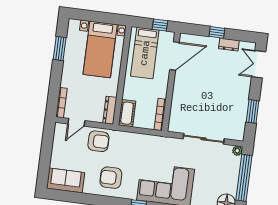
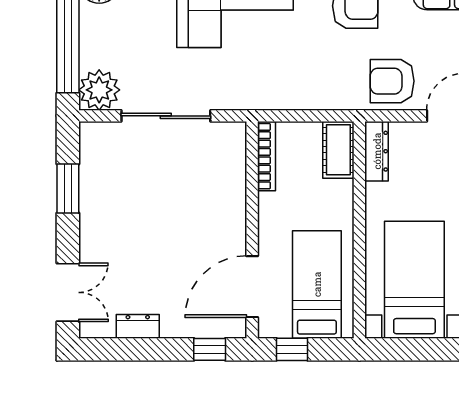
window: (217, 32) -> (210, 349), moved
plant: (237, 151) -> (99, 90), width x1.87, depth x1.87

